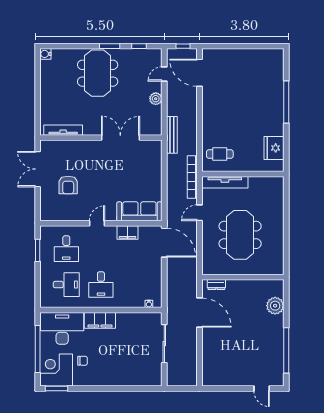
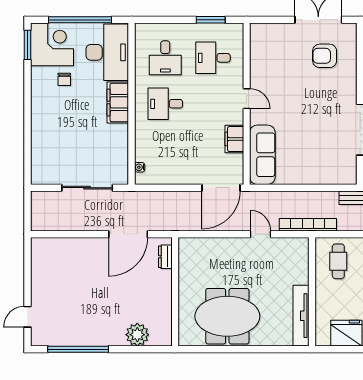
tv unit: (225, 182) -> (301, 316), moved
armchair: (68, 185) -> (325, 56), moved
meeting table: (240, 235) -> (227, 316), moved

